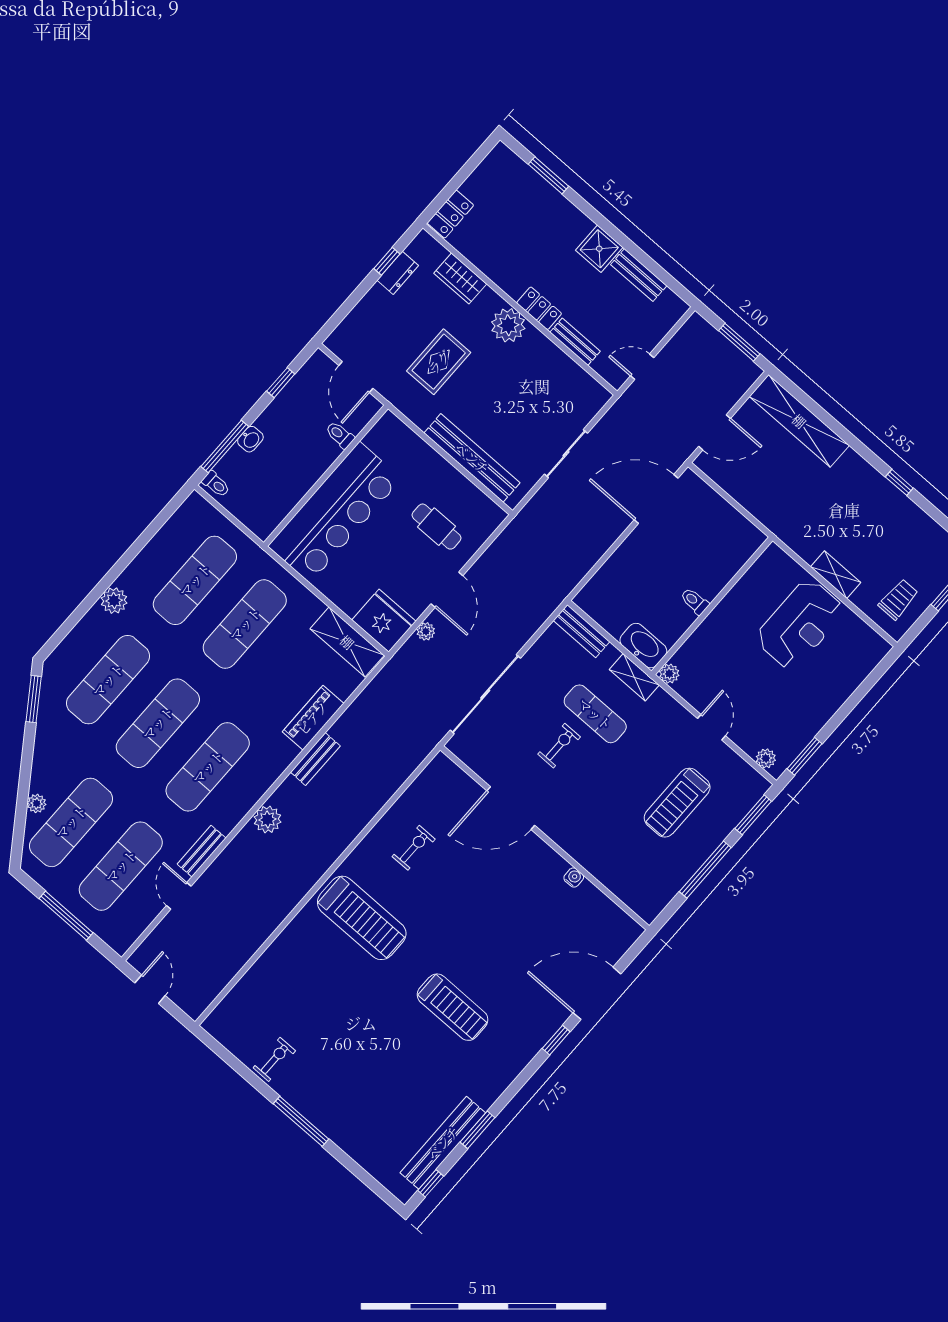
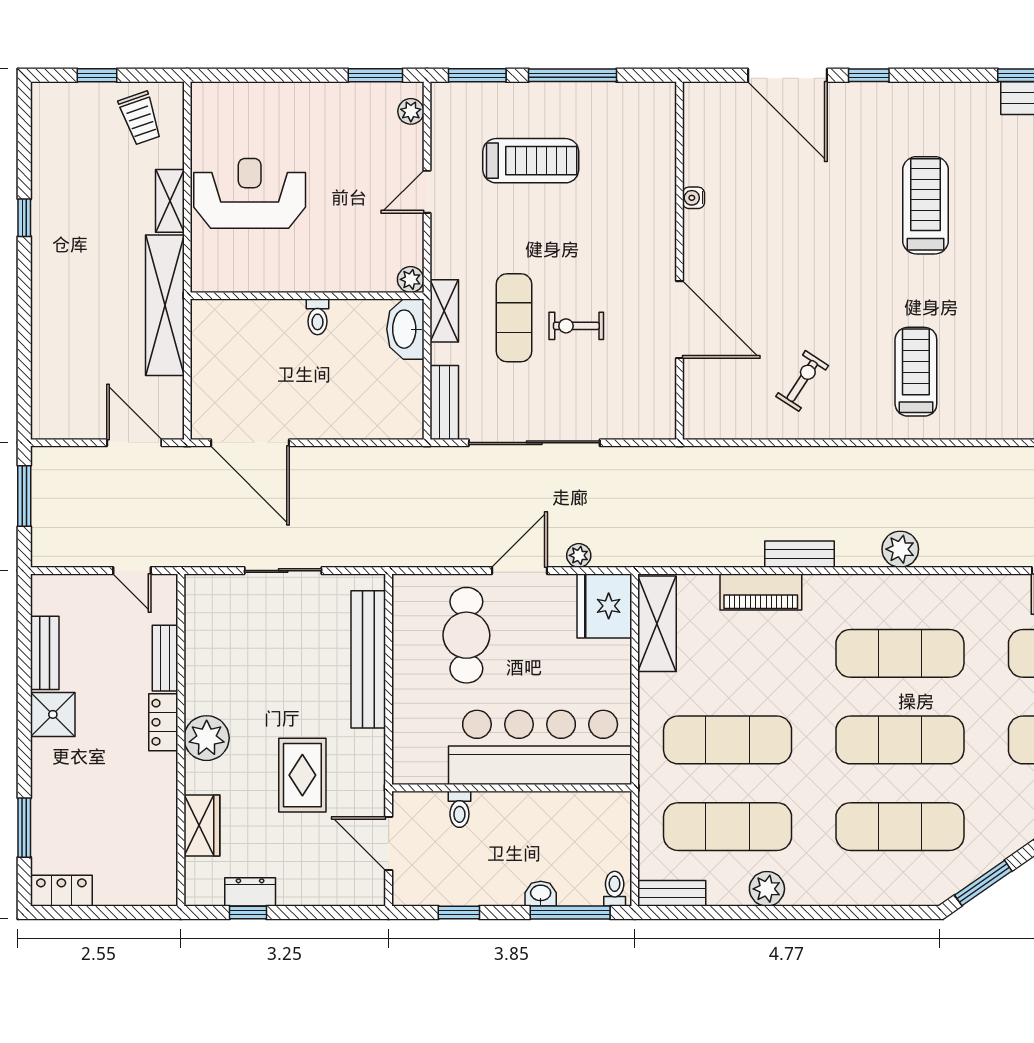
locker: (450, 214) -> (61, 891), moved
rug: (439, 362) -> (302, 775), turned 90
door: (356, 377) -> (389, 843), swing flipped
shelving: (799, 421) -> (165, 305), moved
cafe table: (437, 527) -> (466, 635), width x1.37, depth x1.35
trolley: (898, 599) -> (140, 118), turned -109
plant: (114, 601) -> (767, 889), moved
sliding door: (485, 694) -> (534, 443), moved
exercise bike: (414, 848) -> (802, 381), turned 123
bench: (202, 851) -> (672, 893), moved
treadmill: (362, 918) -> (916, 372), width x0.73, depth x0.73

